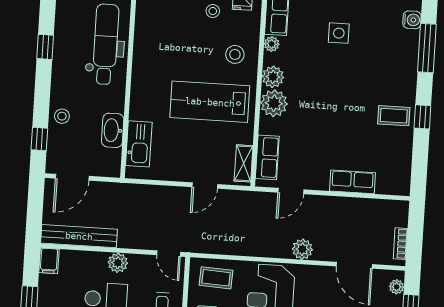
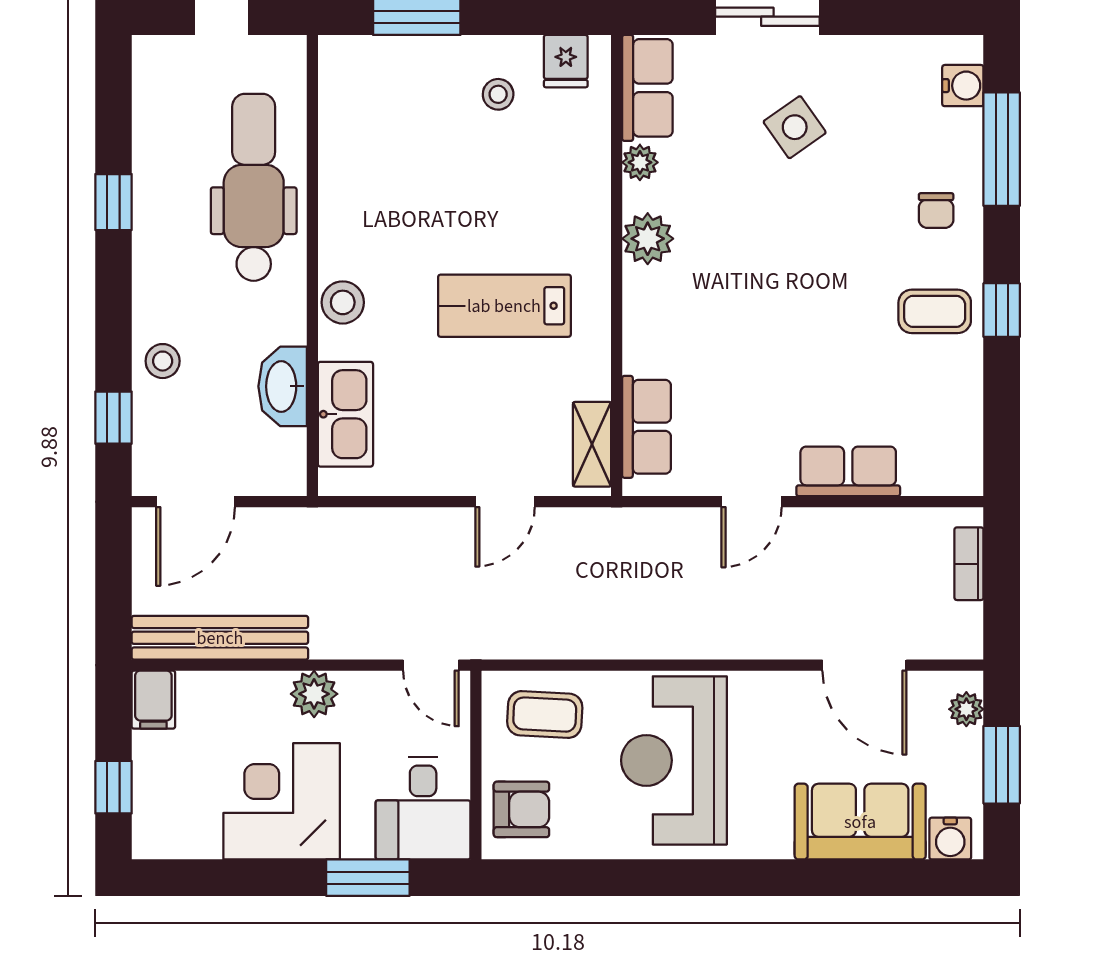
side table: (339, 33) -> (795, 127), turned -35
stool: (235, 54) -> (343, 302), moved
chair: (397, 73) -> (936, 211), added
lab bench: (210, 102) -> (504, 306), width x0.73, depth x0.72
plant: (274, 103) -> (654, 300), removed
door: (291, 191) -> (752, 502), moved
bookcase: (400, 244) -> (969, 564), moved
plant: (302, 249) -> (742, 635), removed

